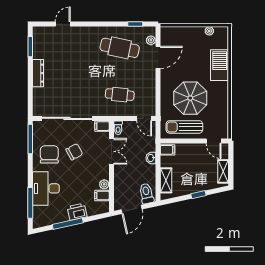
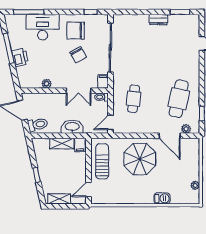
barbecue: (220, 65) -> (162, 198), width x0.53, depth x0.65
dresser: (38, 73) -> (158, 20), width x0.70
parasol: (190, 98) -> (140, 159), moved
window: (30, 139) -> (91, 12), width x0.46
chair: (49, 154) -> (76, 31), turned 180
washbasin: (151, 158) -> (72, 127), width x1.91, depth x1.45
shelving: (166, 180) -> (62, 143), moved
filing cabinet: (102, 196) -> (36, 81), removed

